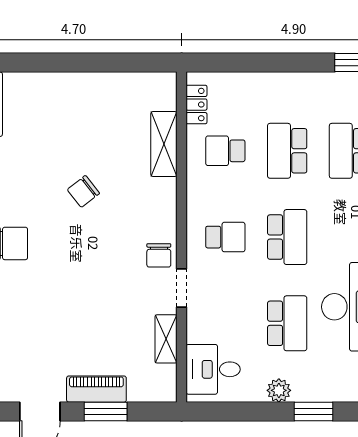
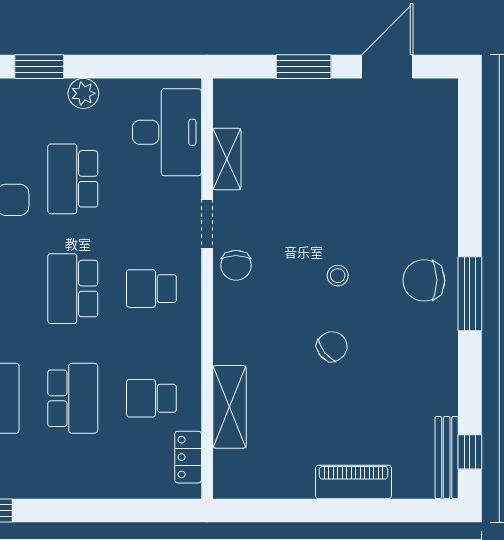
school desk: (225, 151) -> (151, 398), turned 180
stool: (79, 247) -> (338, 276), added
chair: (159, 255) -> (236, 265), turned 180
desk: (213, 369) -> (167, 132), width x1.37
piano: (96, 389) -> (353, 482), moved, turned 180

